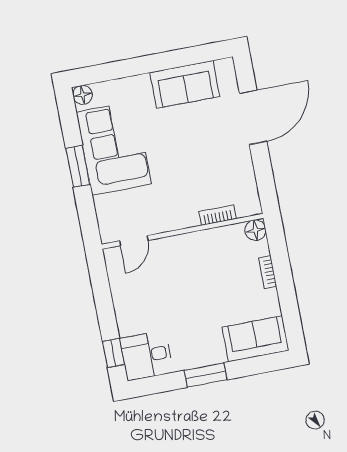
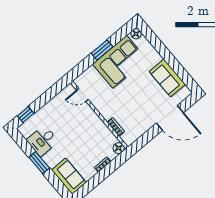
desk: (146, 355) -> (43, 141), moved, turned -90

